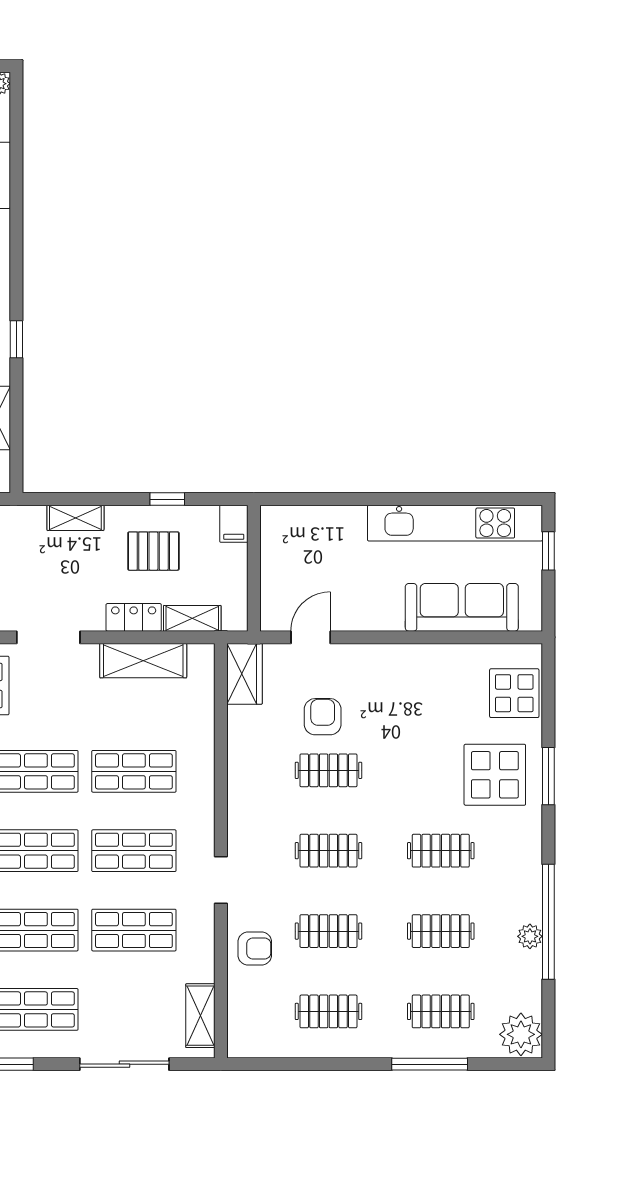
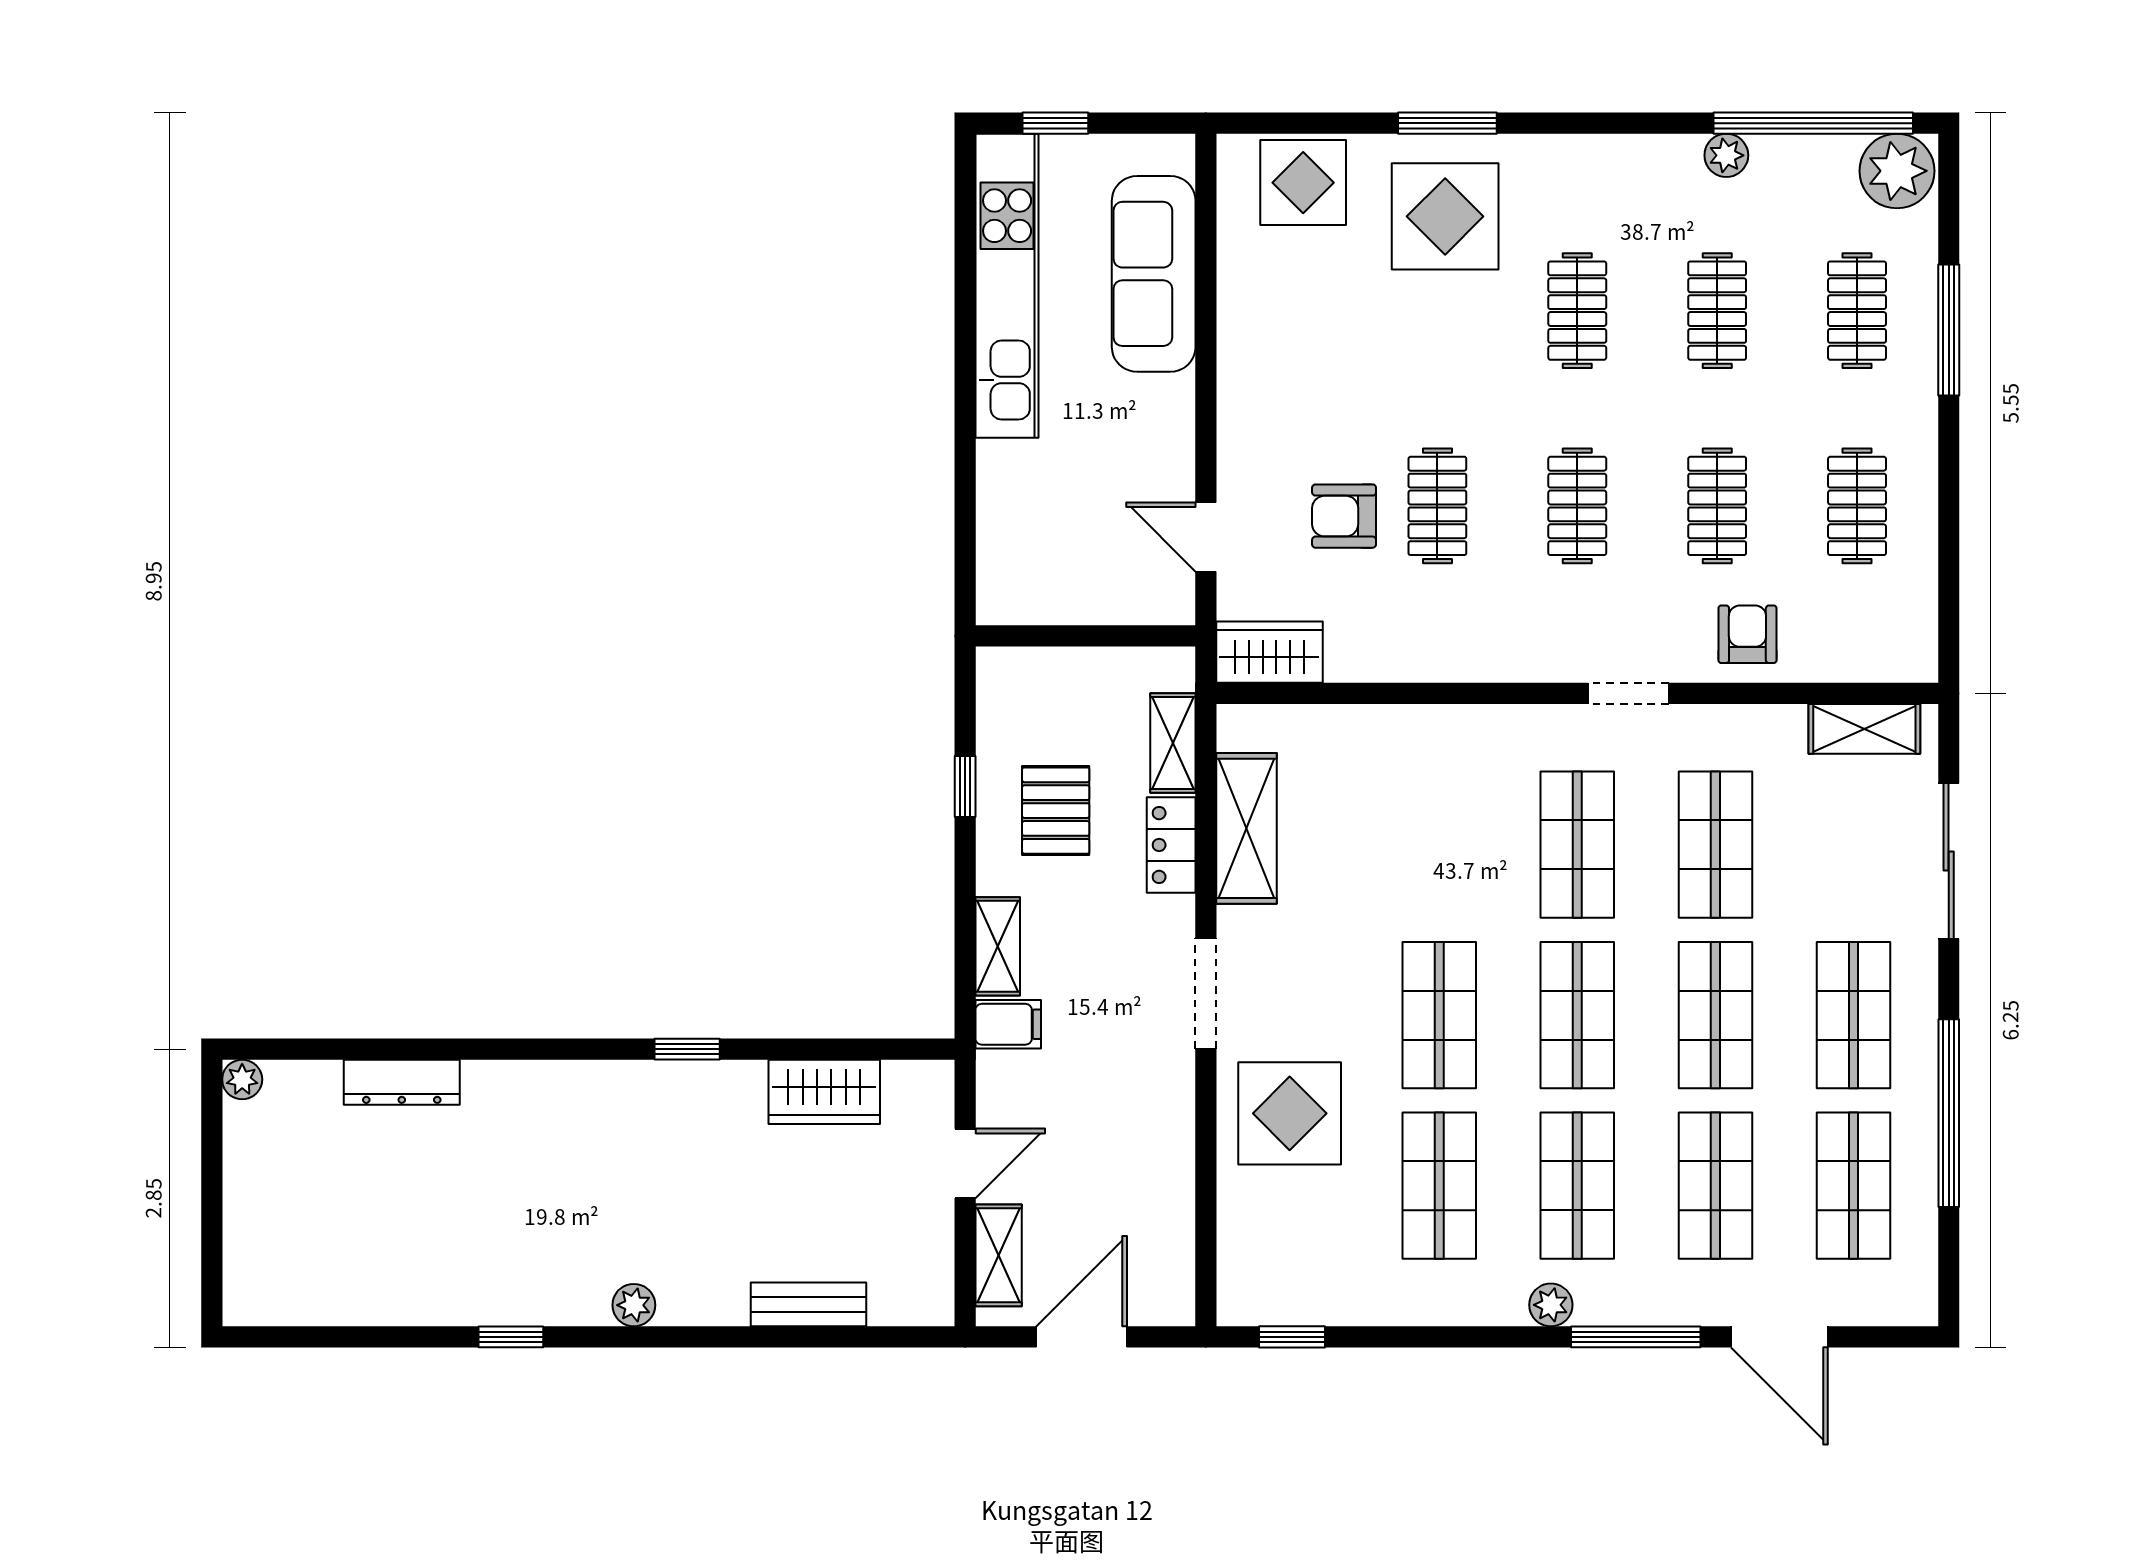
filing cabinet: (234, 524) -> (1008, 1024), moved
shop shelf: (134, 771) -> (1439, 845), removed
window: (548, 922) -> (1813, 123), moved

